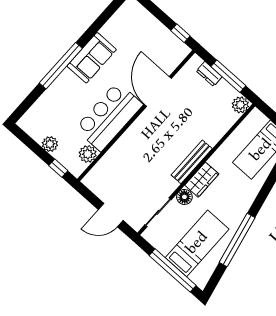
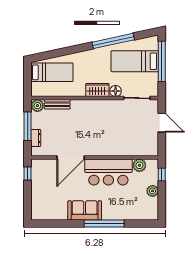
bench: (192, 162) -> (57, 104), moved, width x0.73

